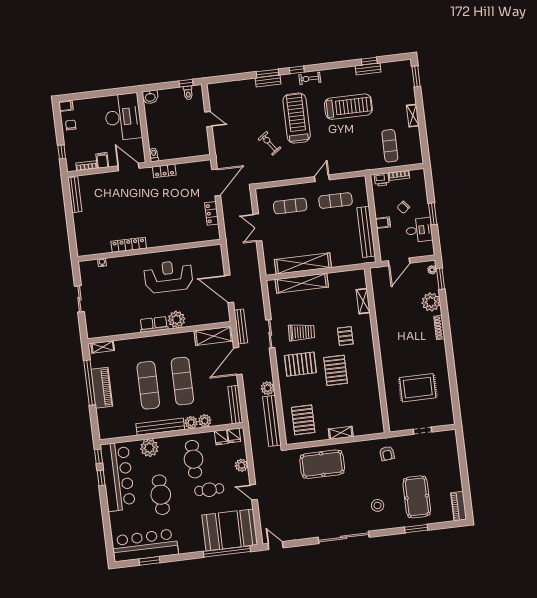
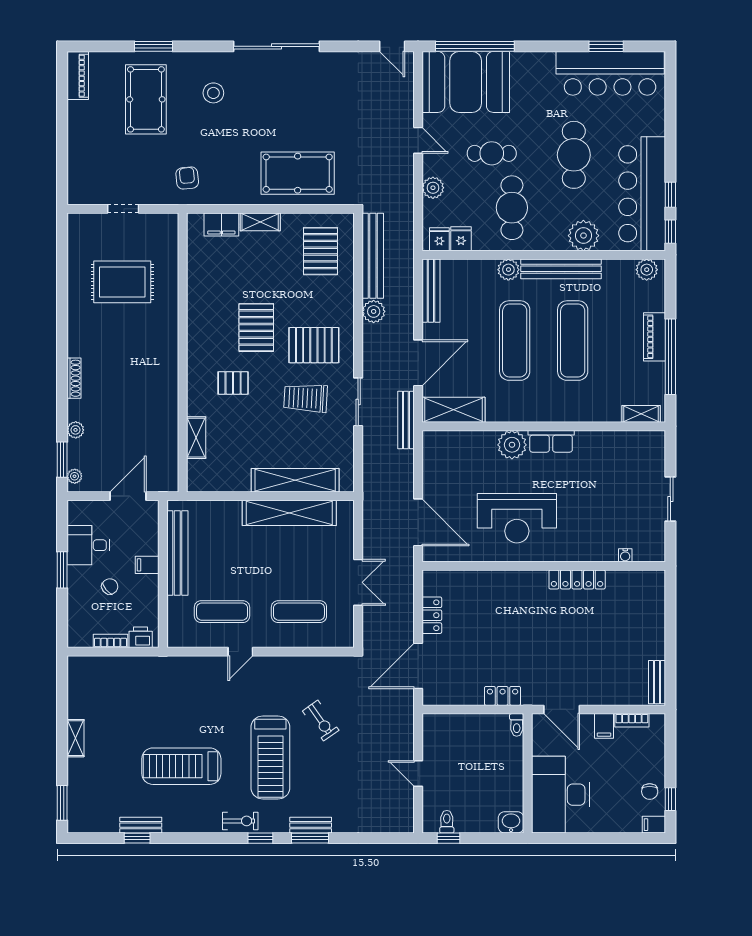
exercise mat: (390, 146) -> (120, 692), removed
window: (62, 152) -> (670, 799), moved
bench: (75, 195) -> (657, 682), width x0.73
door: (229, 289) -> (418, 522), moved
plant: (431, 302) -> (76, 430), width x0.53, depth x0.53
pallet: (345, 336) -> (233, 383), turned 90
piano: (102, 388) -> (654, 337), width x0.73, depth x0.75
plant: (205, 421) -> (647, 270), moved
filing cabinet: (363, 429) -> (221, 224), added

